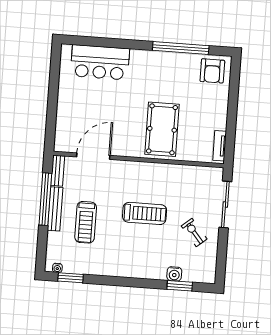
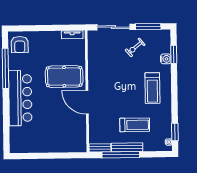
bar counter: (100, 62) -> (20, 98), moved, width x1.36
armchair: (212, 71) -> (20, 45), turned 90
door: (93, 156) -> (87, 102), moved
treadmill: (145, 213) -> (152, 88), moved, turned 180
window: (222, 253) -> (148, 27), added

